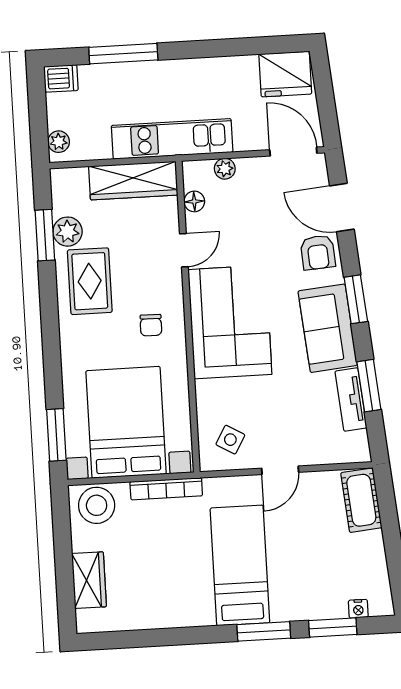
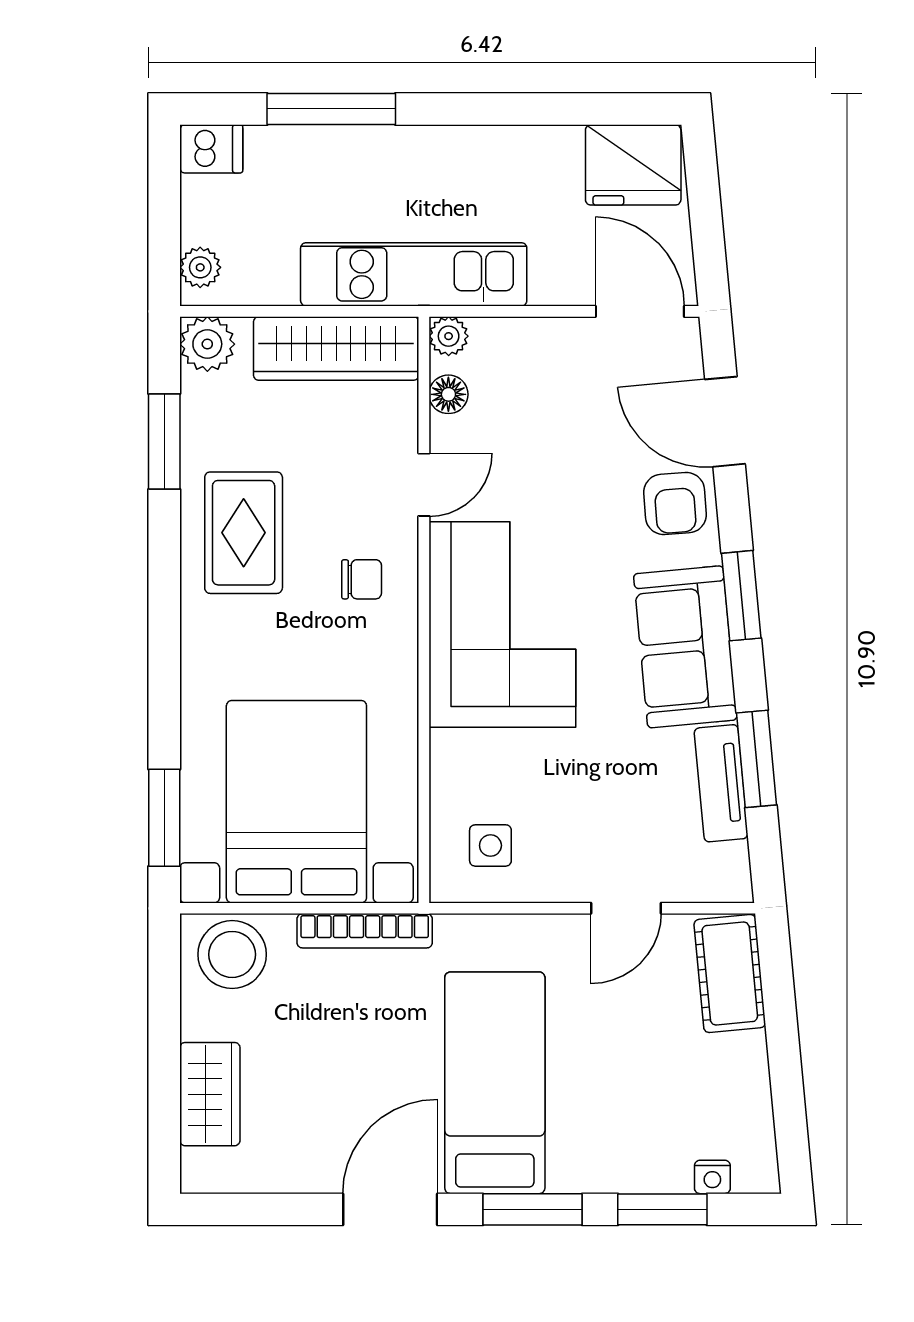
plant: (225, 169) -> (449, 336), moved
plant: (68, 232) -> (207, 344), moved
chair: (151, 325) -> (362, 579), moved, turned -91
side table: (230, 440) -> (490, 845), turned -30
door: (280, 470) -> (626, 908), moved
door: (188, 636) -> (390, 1209), added

